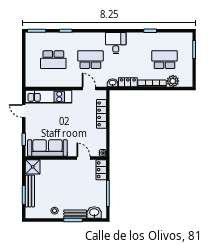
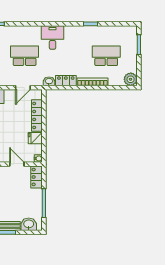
plant: (173, 81) -> (131, 79), moved
door: (89, 89) -> (23, 88), swing flipped
fridge: (100, 134) -> (35, 138), added

